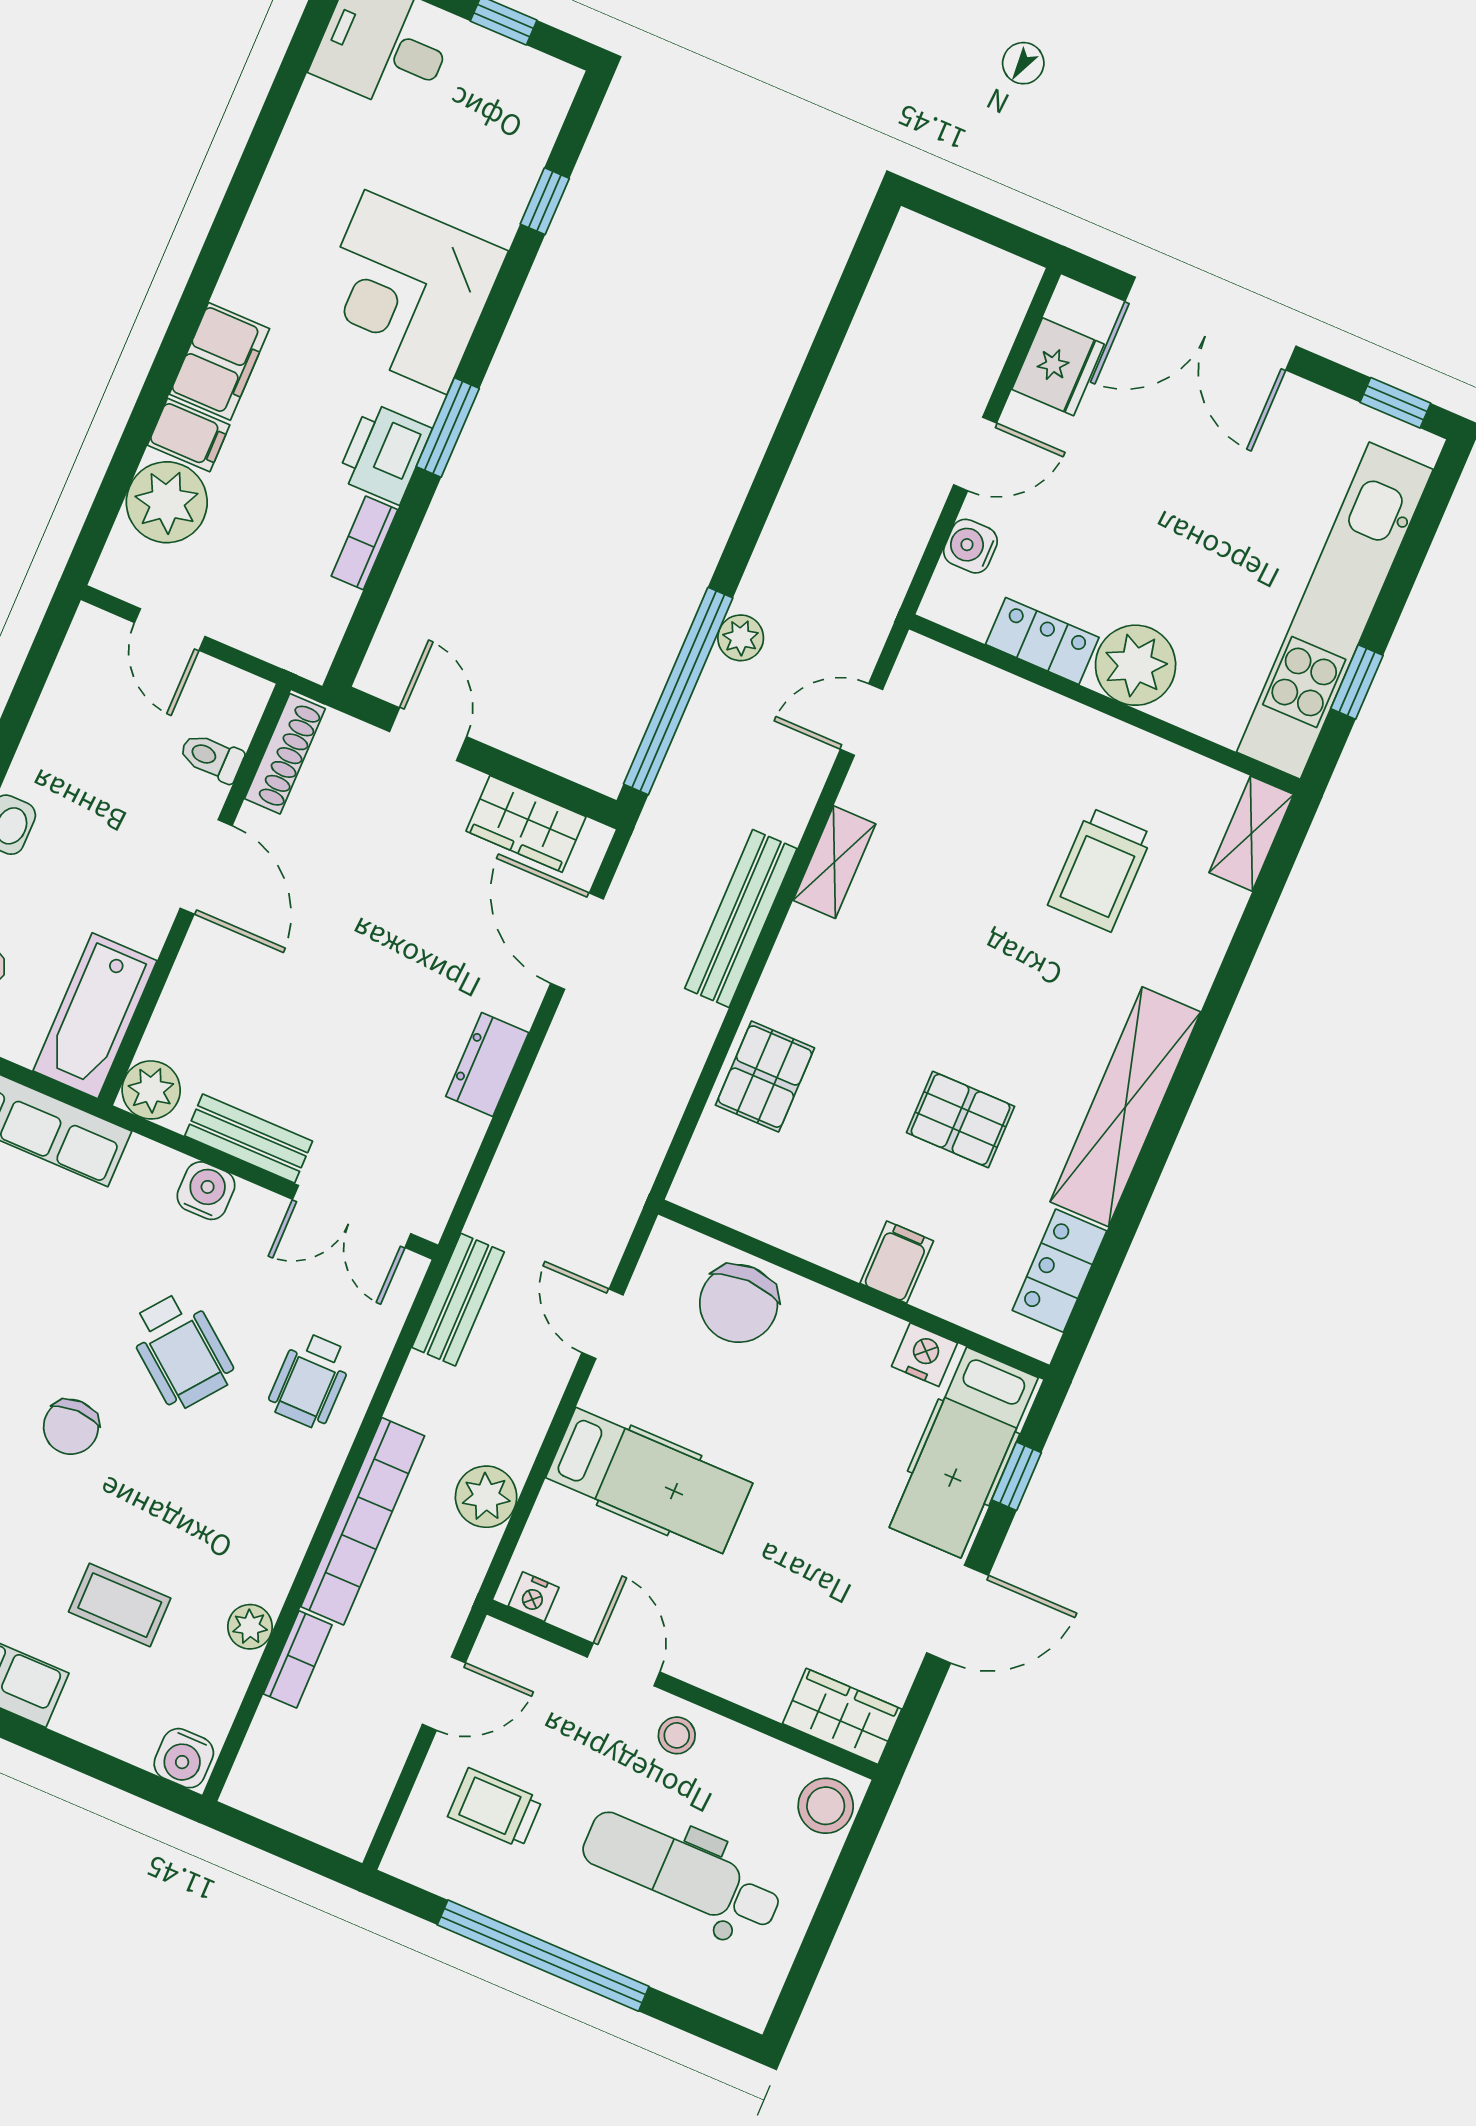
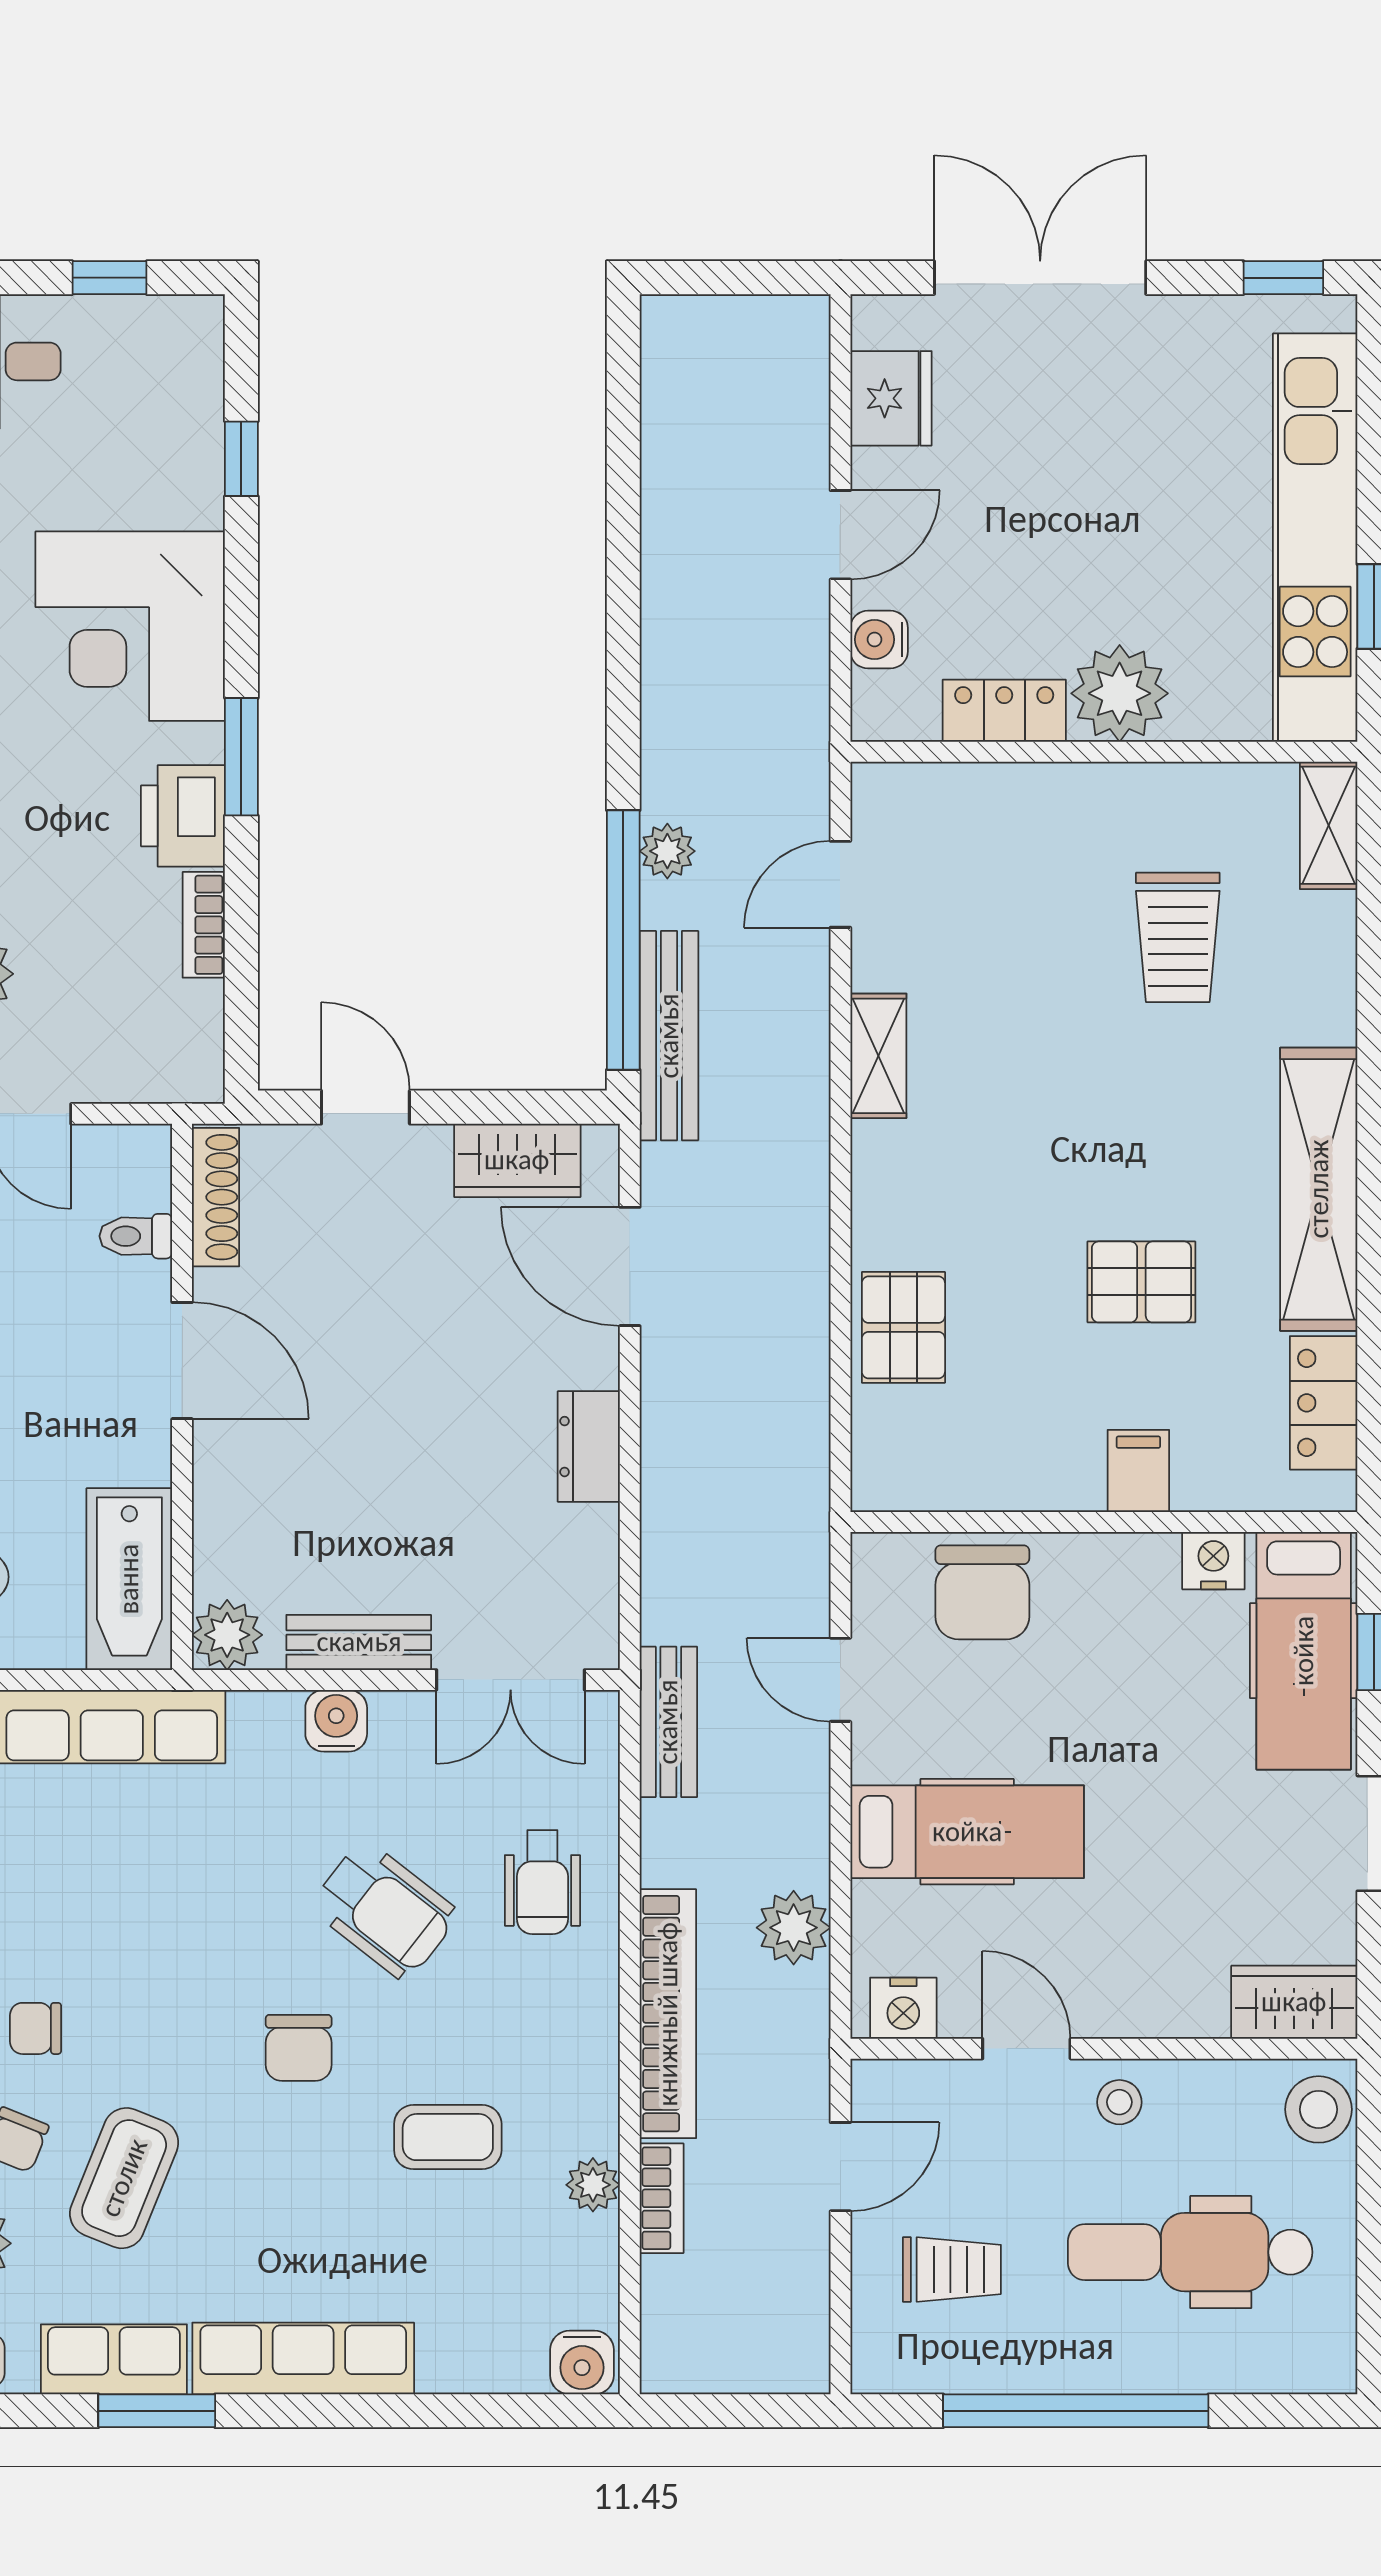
double door: (1211, 324) -> (1040, 278), swing flipped
bench: (741, 918) -> (669, 1036), moved
nightstand: (534, 1597) -> (903, 2008), width x1.39, depth x1.35
coffee table: (120, 1605) -> (448, 2137), moved
trolley: (495, 1808) -> (952, 2269), turned 180

